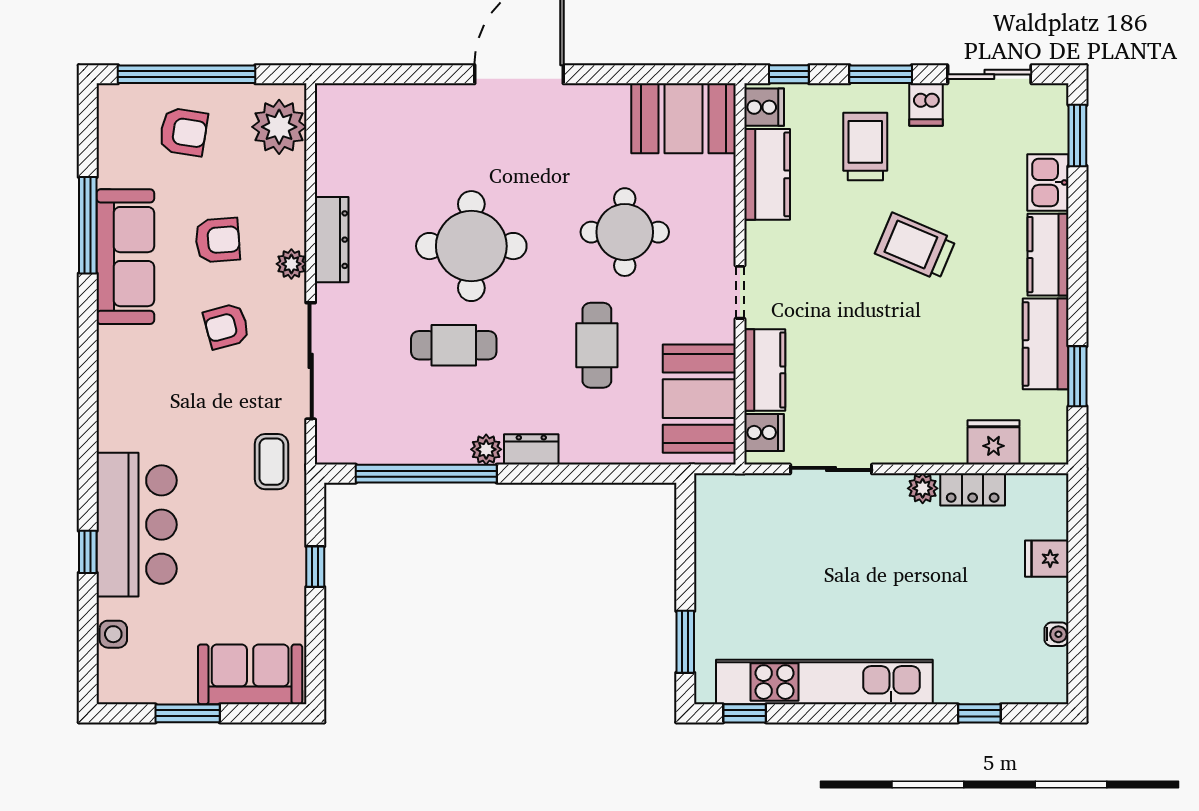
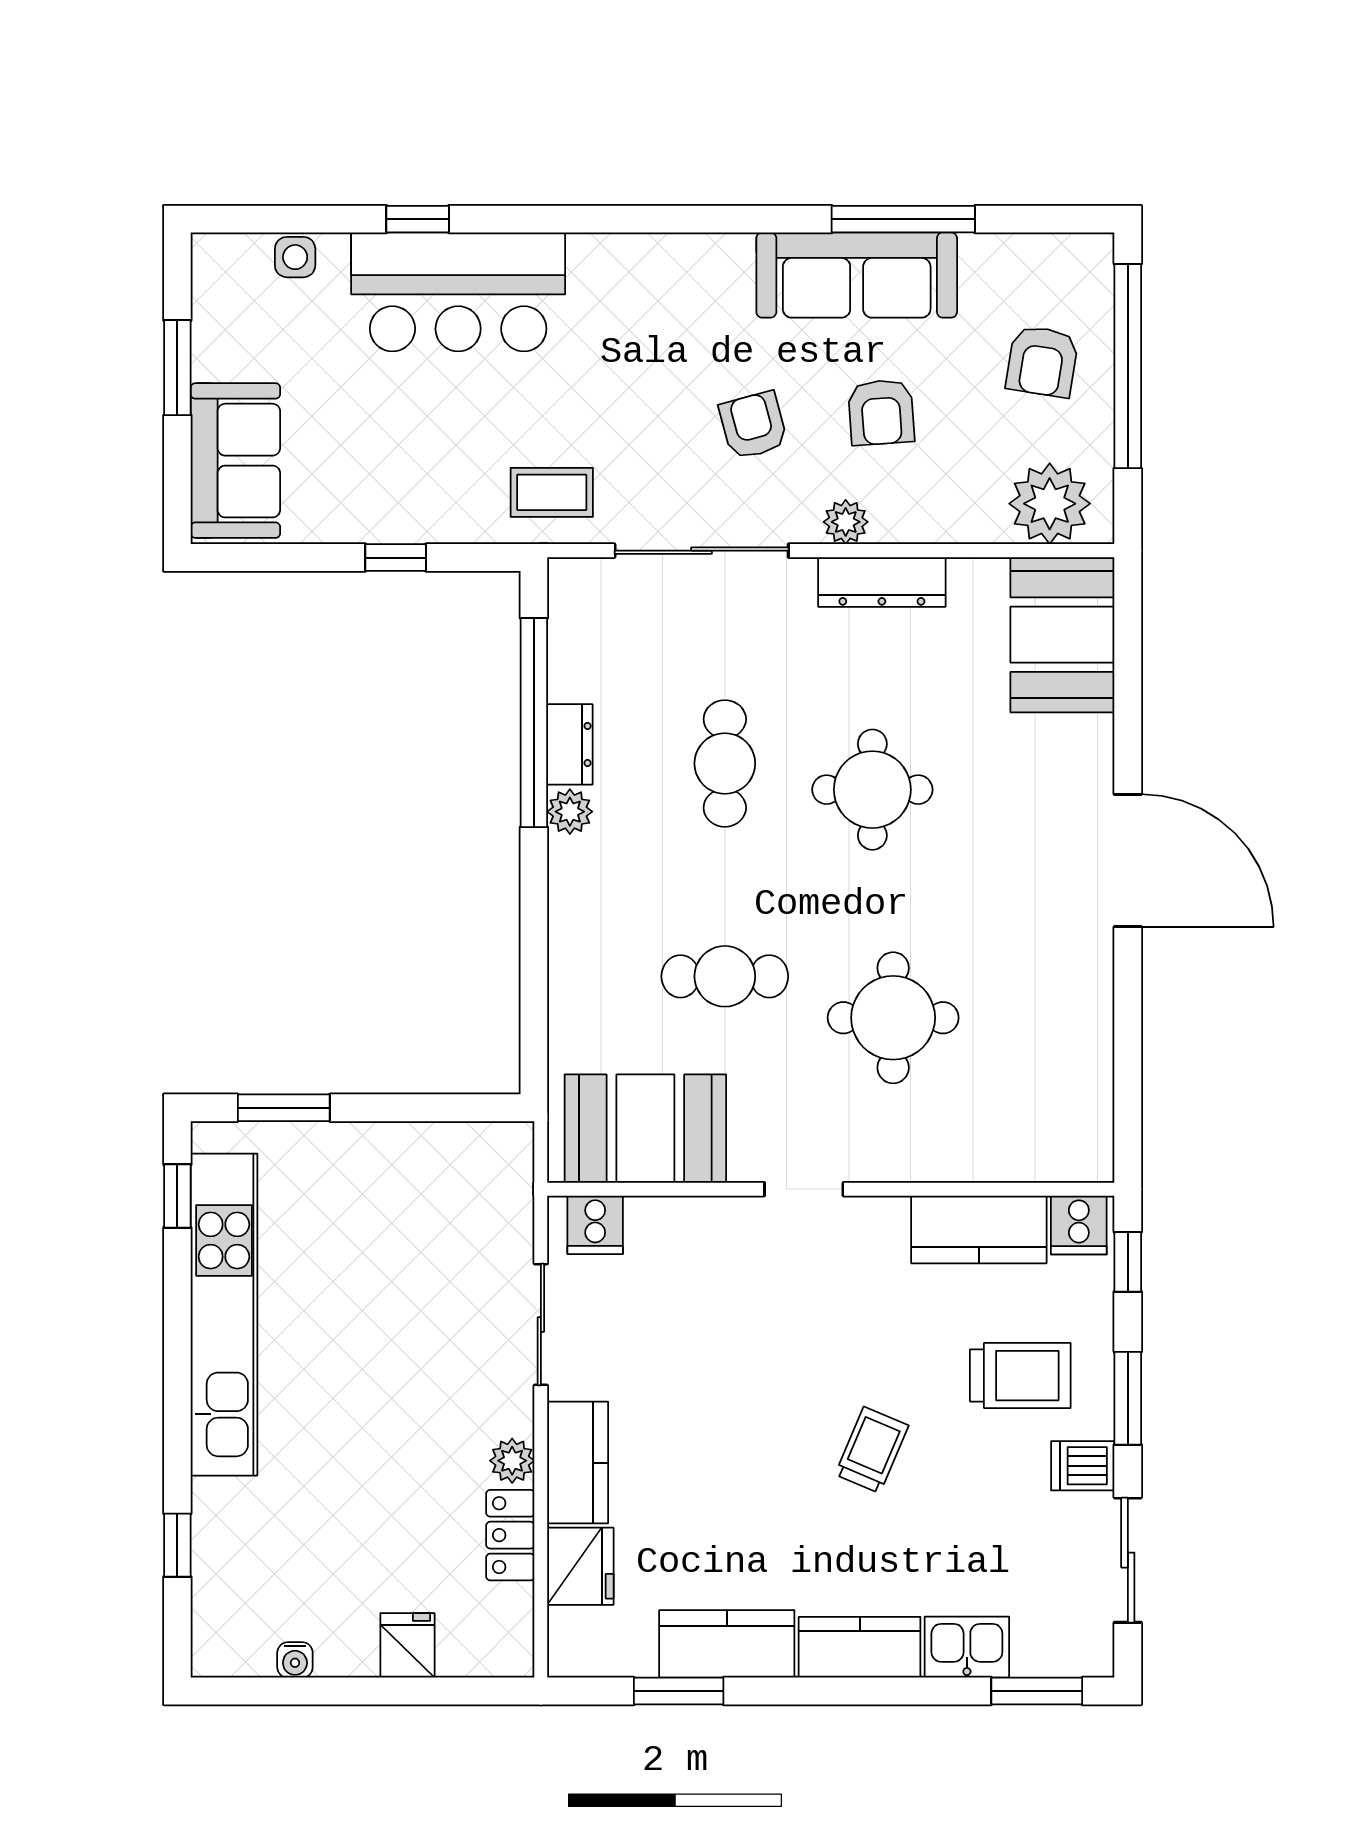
booth: (684, 118) -> (1062, 635), moved
round table: (471, 246) -> (872, 790), width x0.73, depth x0.73
trolley: (915, 246) -> (872, 1450), width x0.73, depth x0.72
kitchen counter: (765, 370) -> (578, 1463), moved, turned -90
dresser: (531, 449) -> (570, 744), moved

